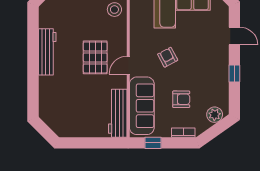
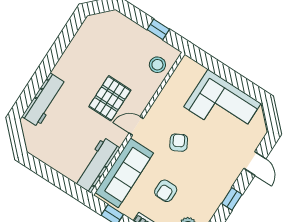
workbench: (47, 52) -> (44, 100), moved
armchair: (181, 99) -> (166, 191), turned 90

